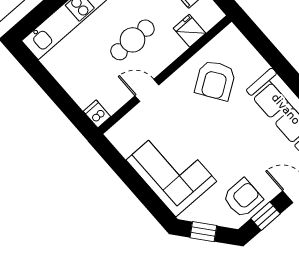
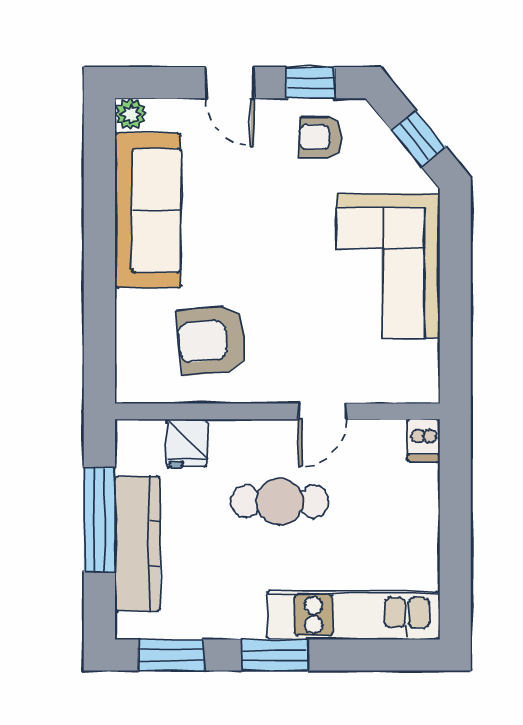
armchair: (215, 80) -> (212, 340), turned -152
door: (147, 90) -> (322, 411), hinge flipped
armchair: (243, 198) -> (320, 137), width x0.72, depth x0.72

